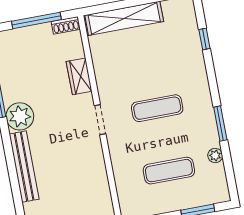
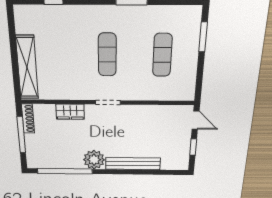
shoe rack: (66, 25) -> (28, 119), width x1.43
plant: (215, 155) -> (159, 12), removed

